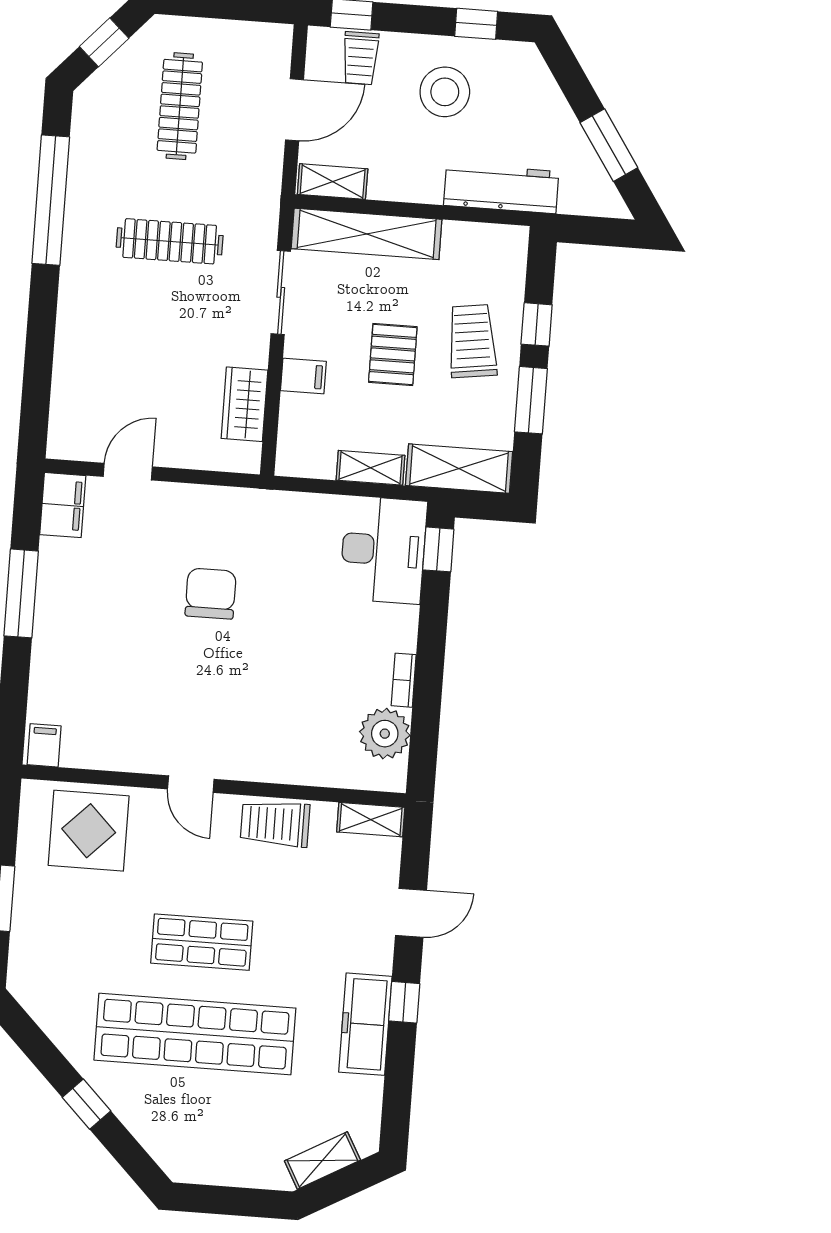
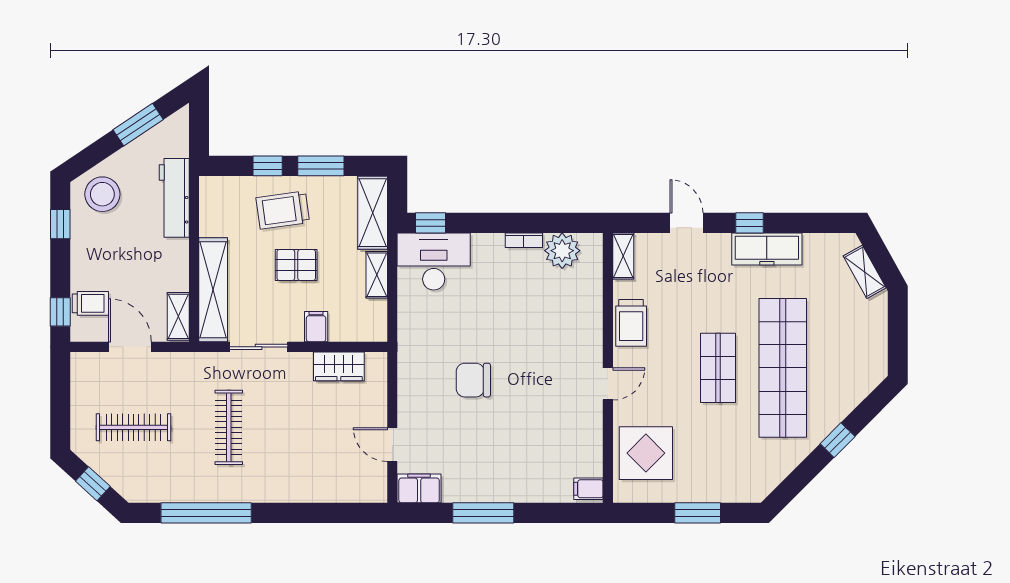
stool: (445, 92) -> (102, 194), moved

